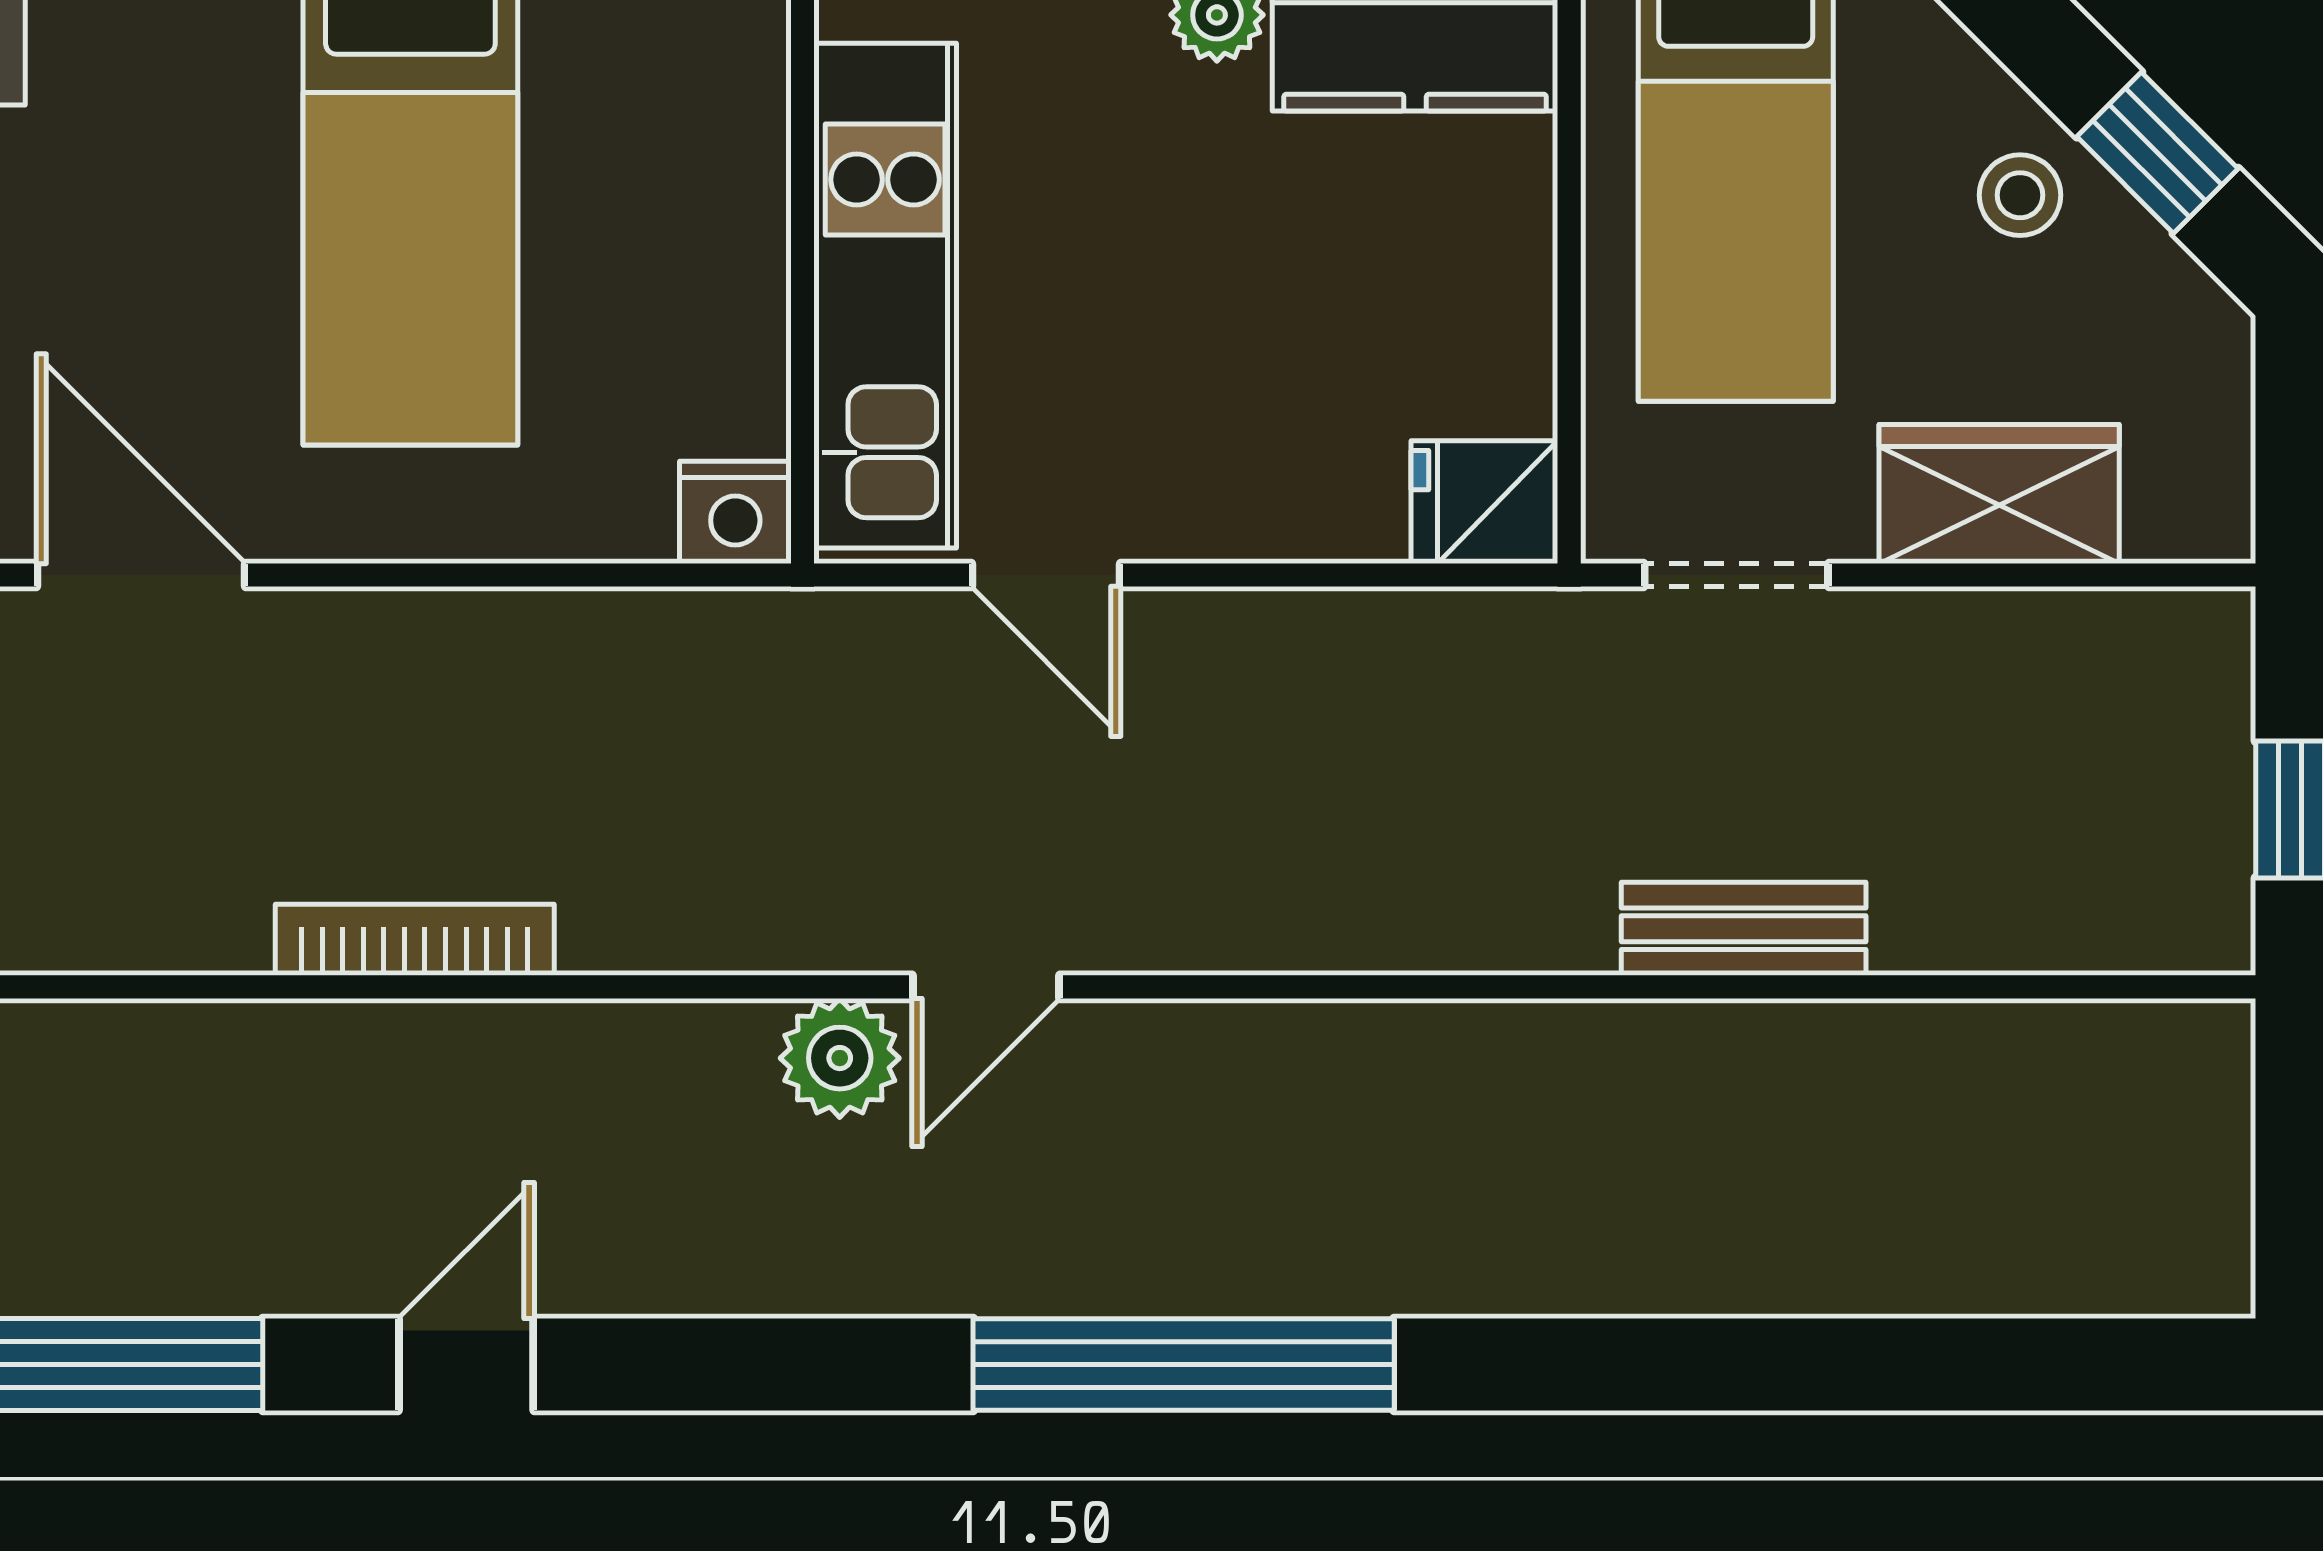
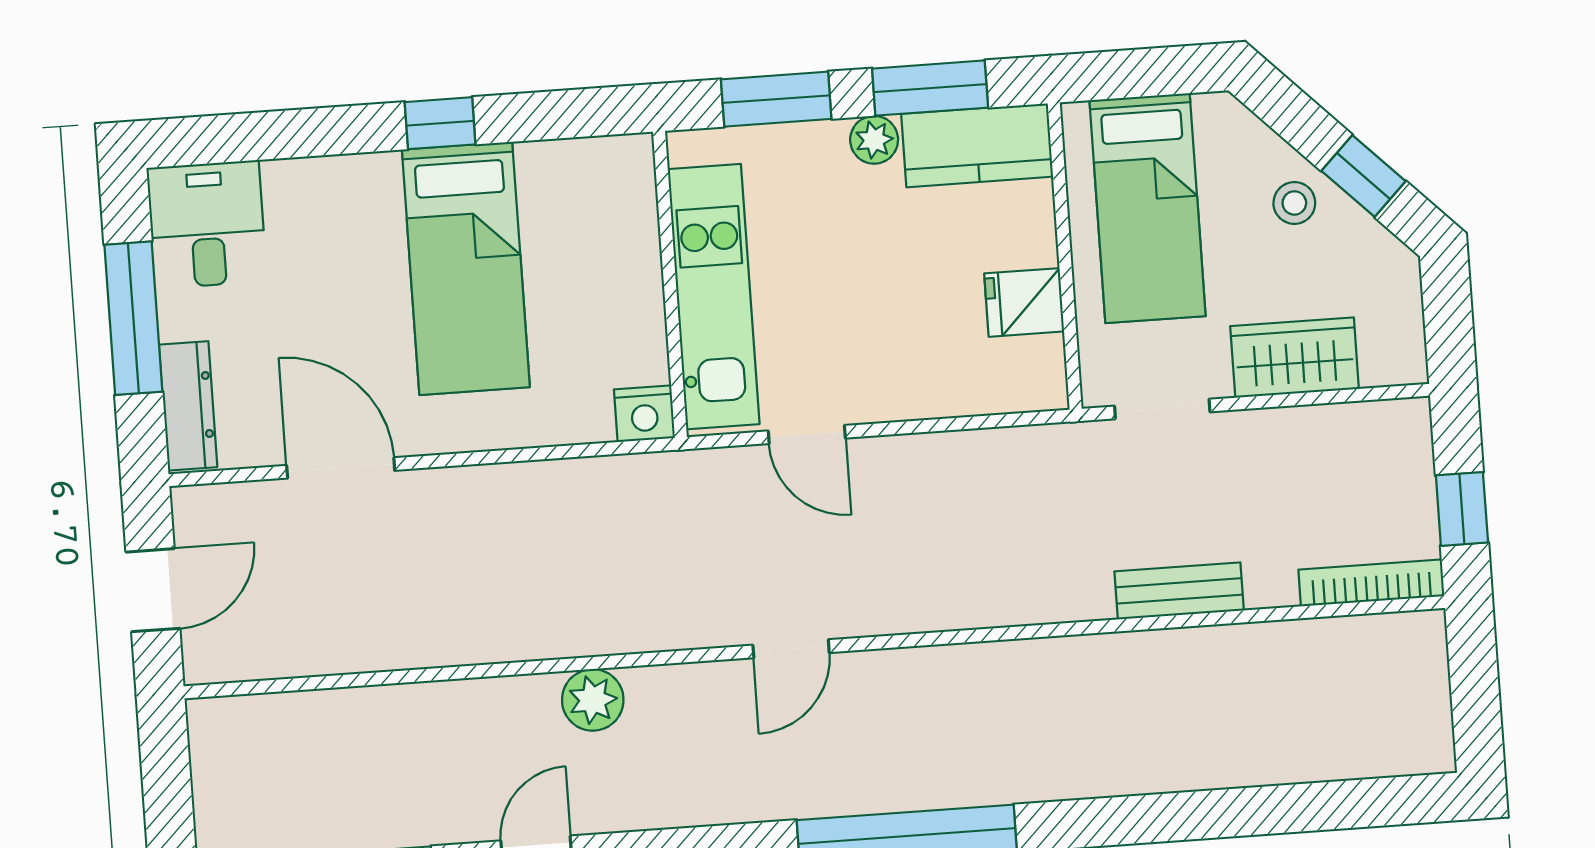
fridge: (1484, 502) -> (1024, 302), moved
bookcase: (415, 940) -> (1371, 583), moved
plant: (840, 1058) -> (593, 700), moved

